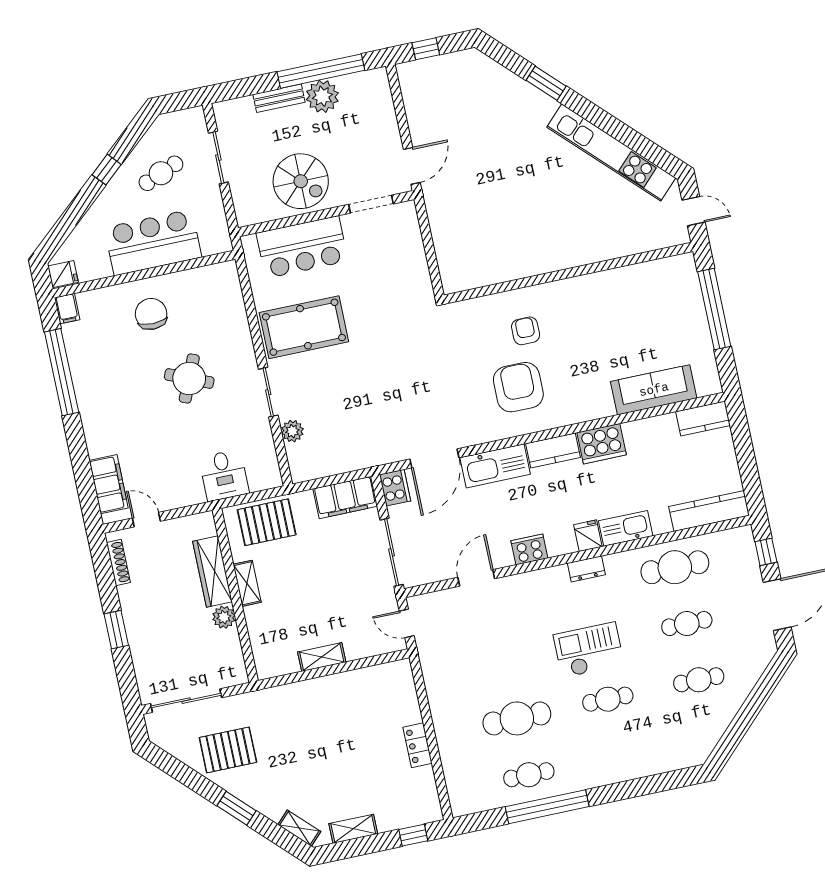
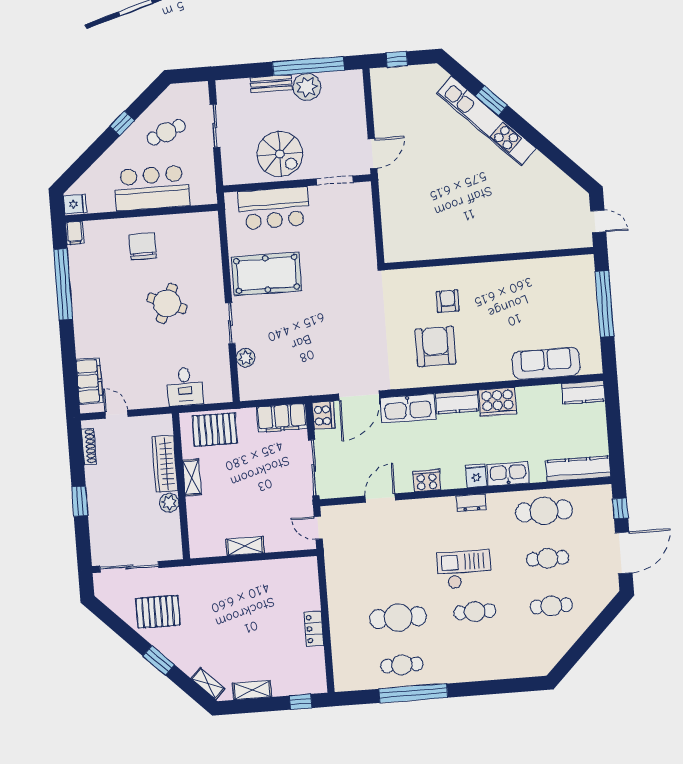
kitchen unit: (611, 152) -> (487, 121), moved

